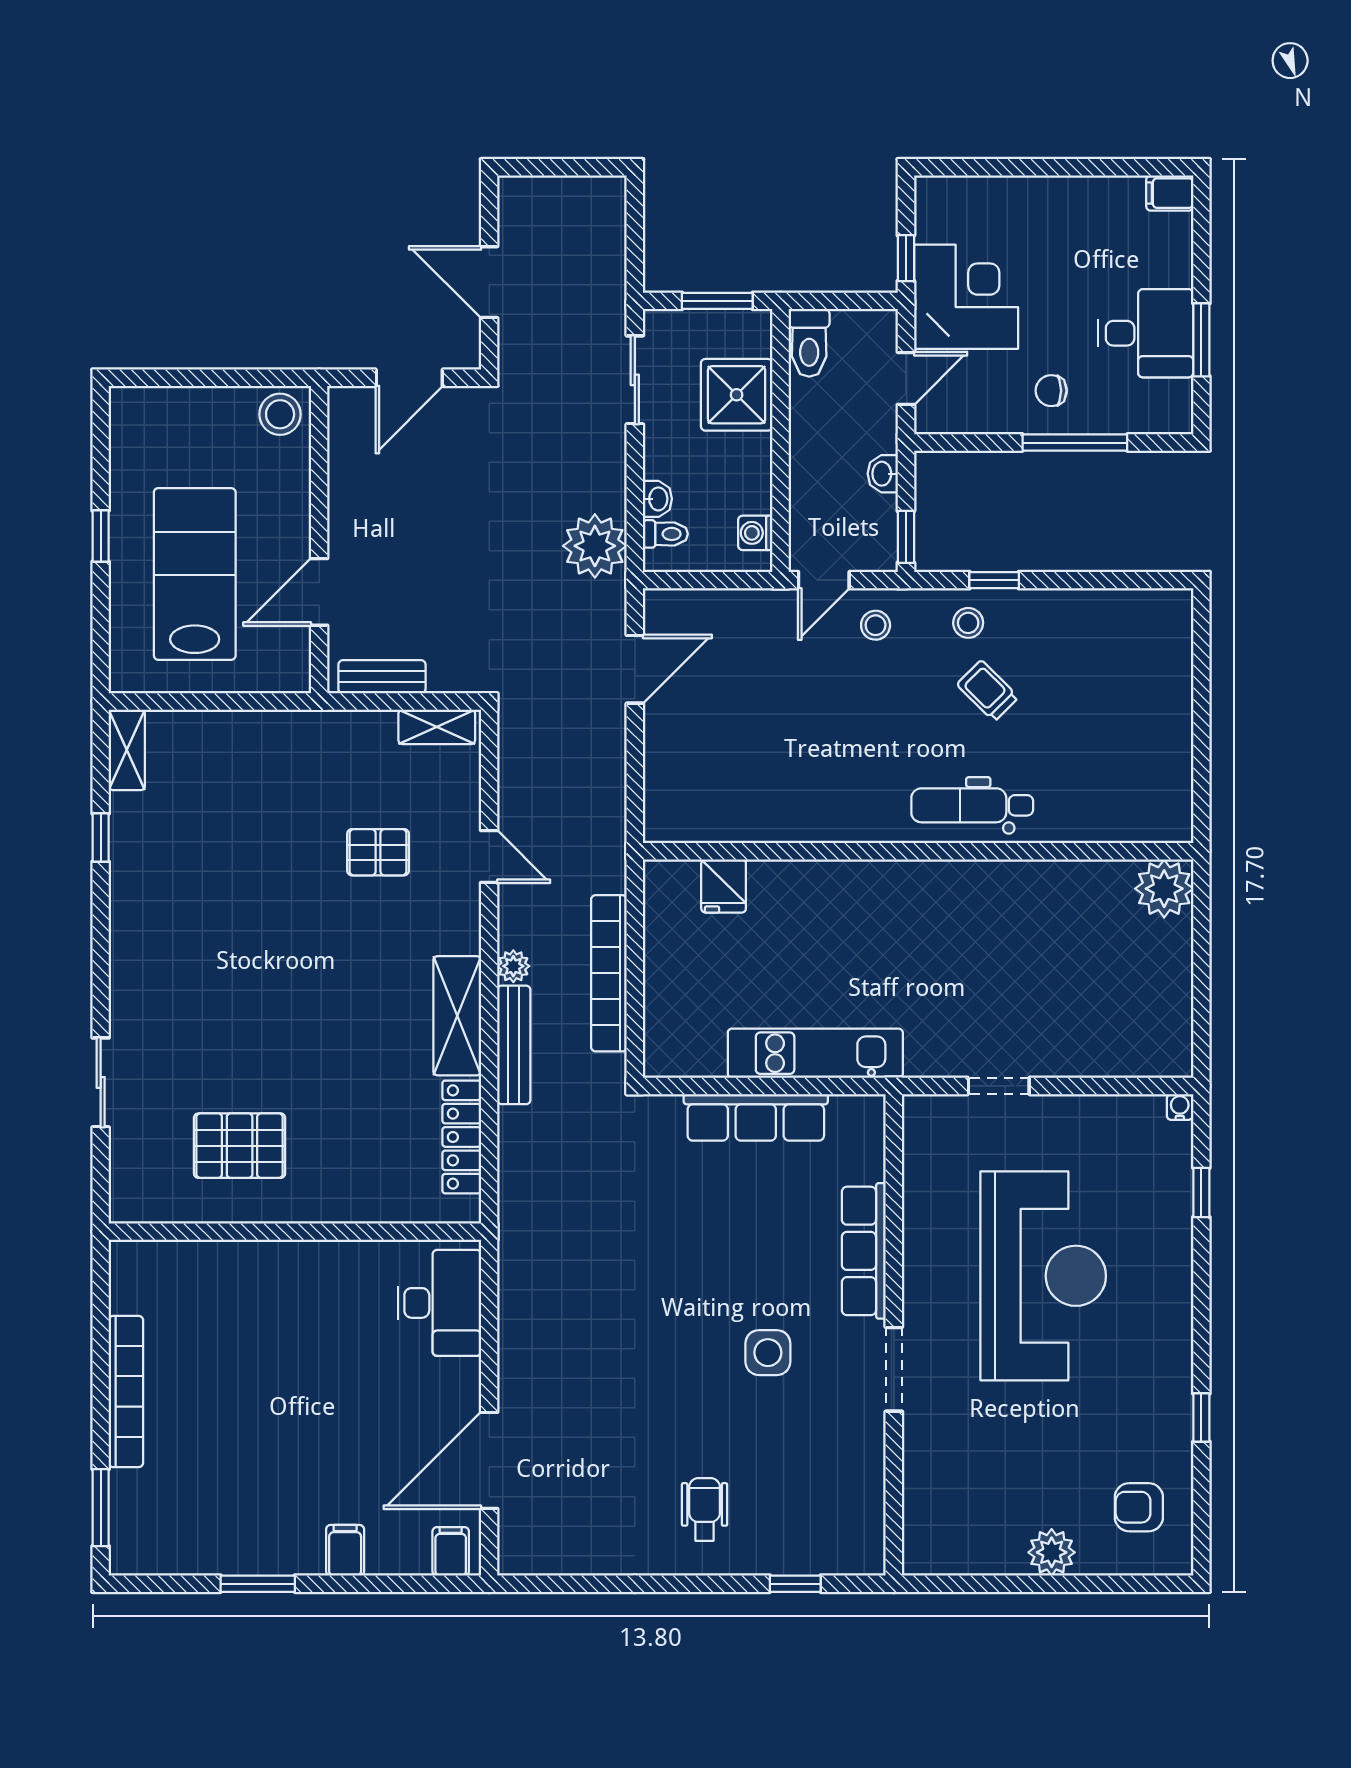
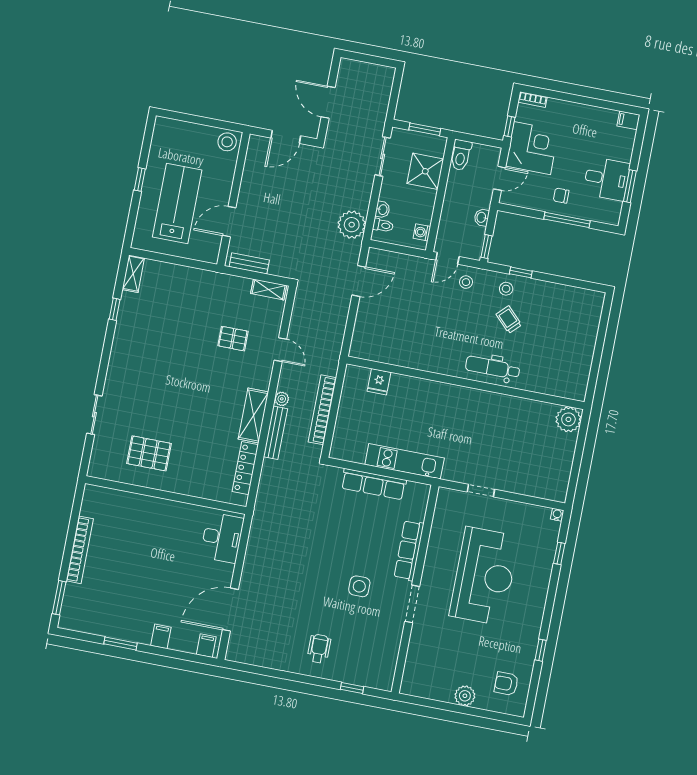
bookcase: (946, 188) -> (533, 100), added

